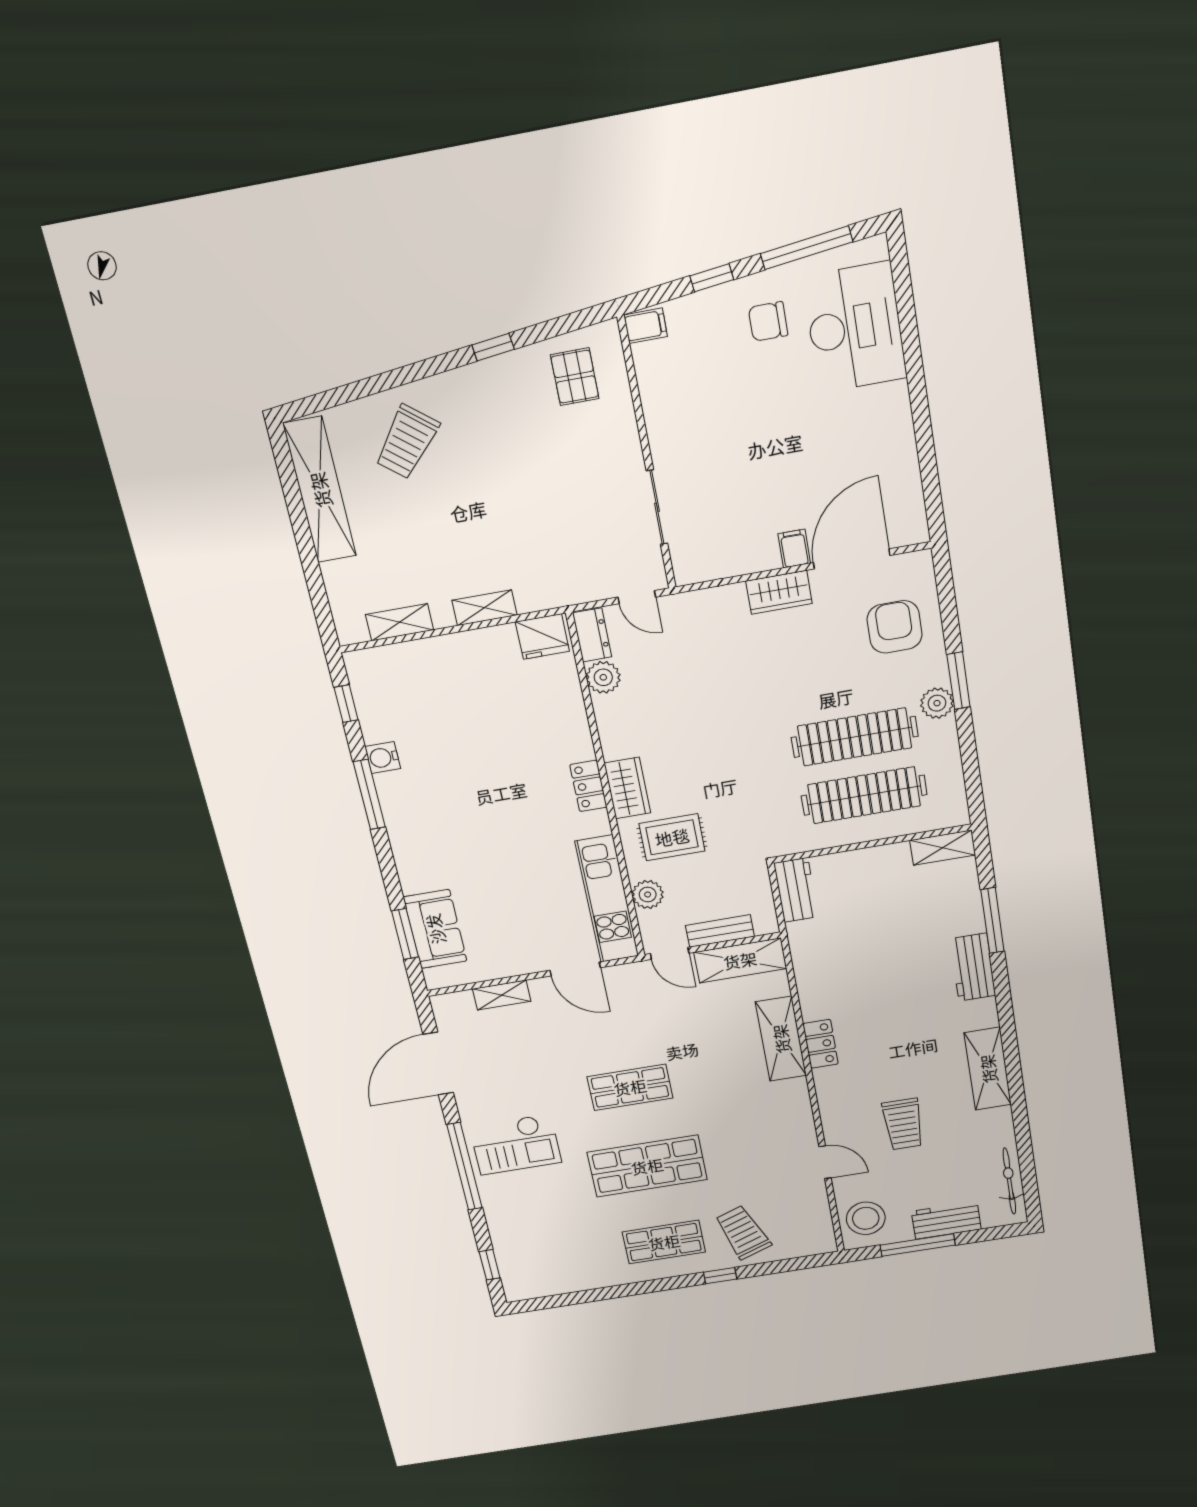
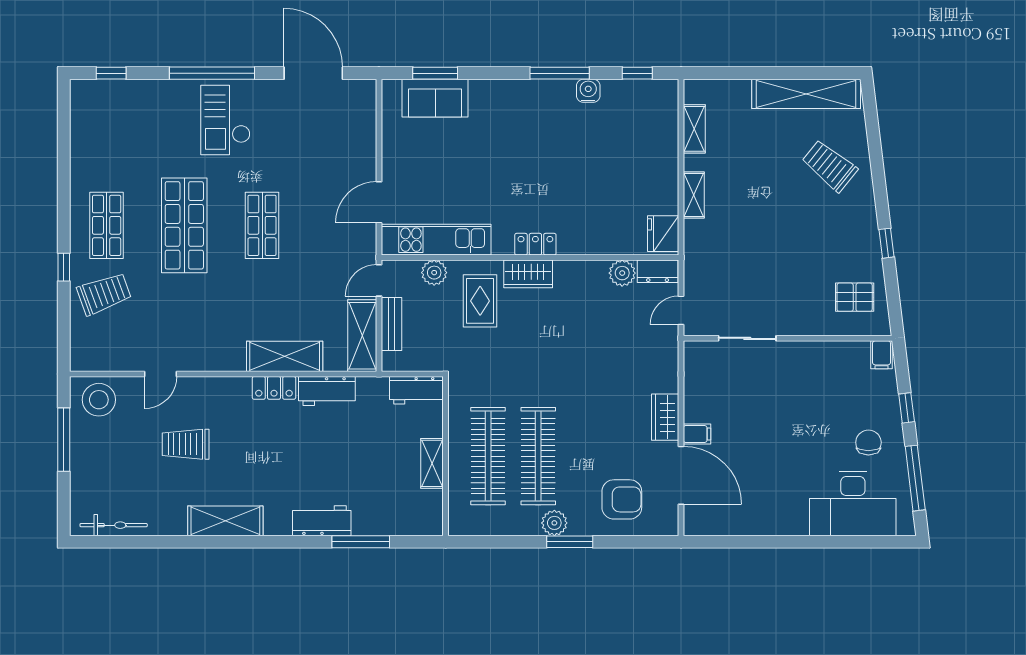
shelving: (943, 848) -> (432, 463), moved
shelving: (502, 995) -> (366, 138), removed
workbench: (946, 1220) -> (327, 391), moved, turned 90

